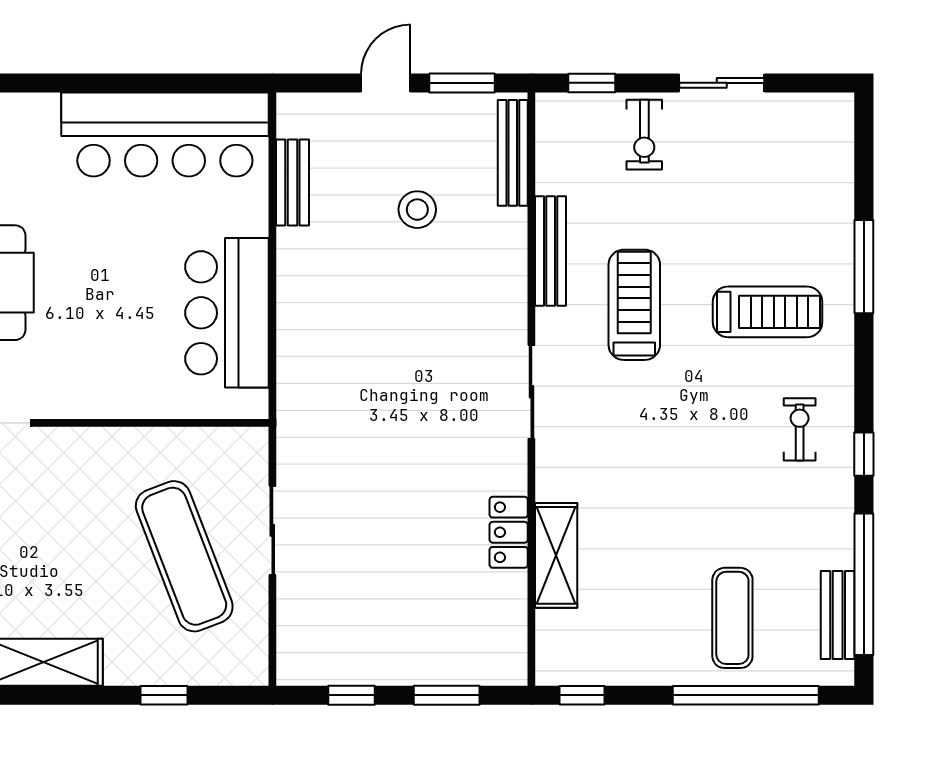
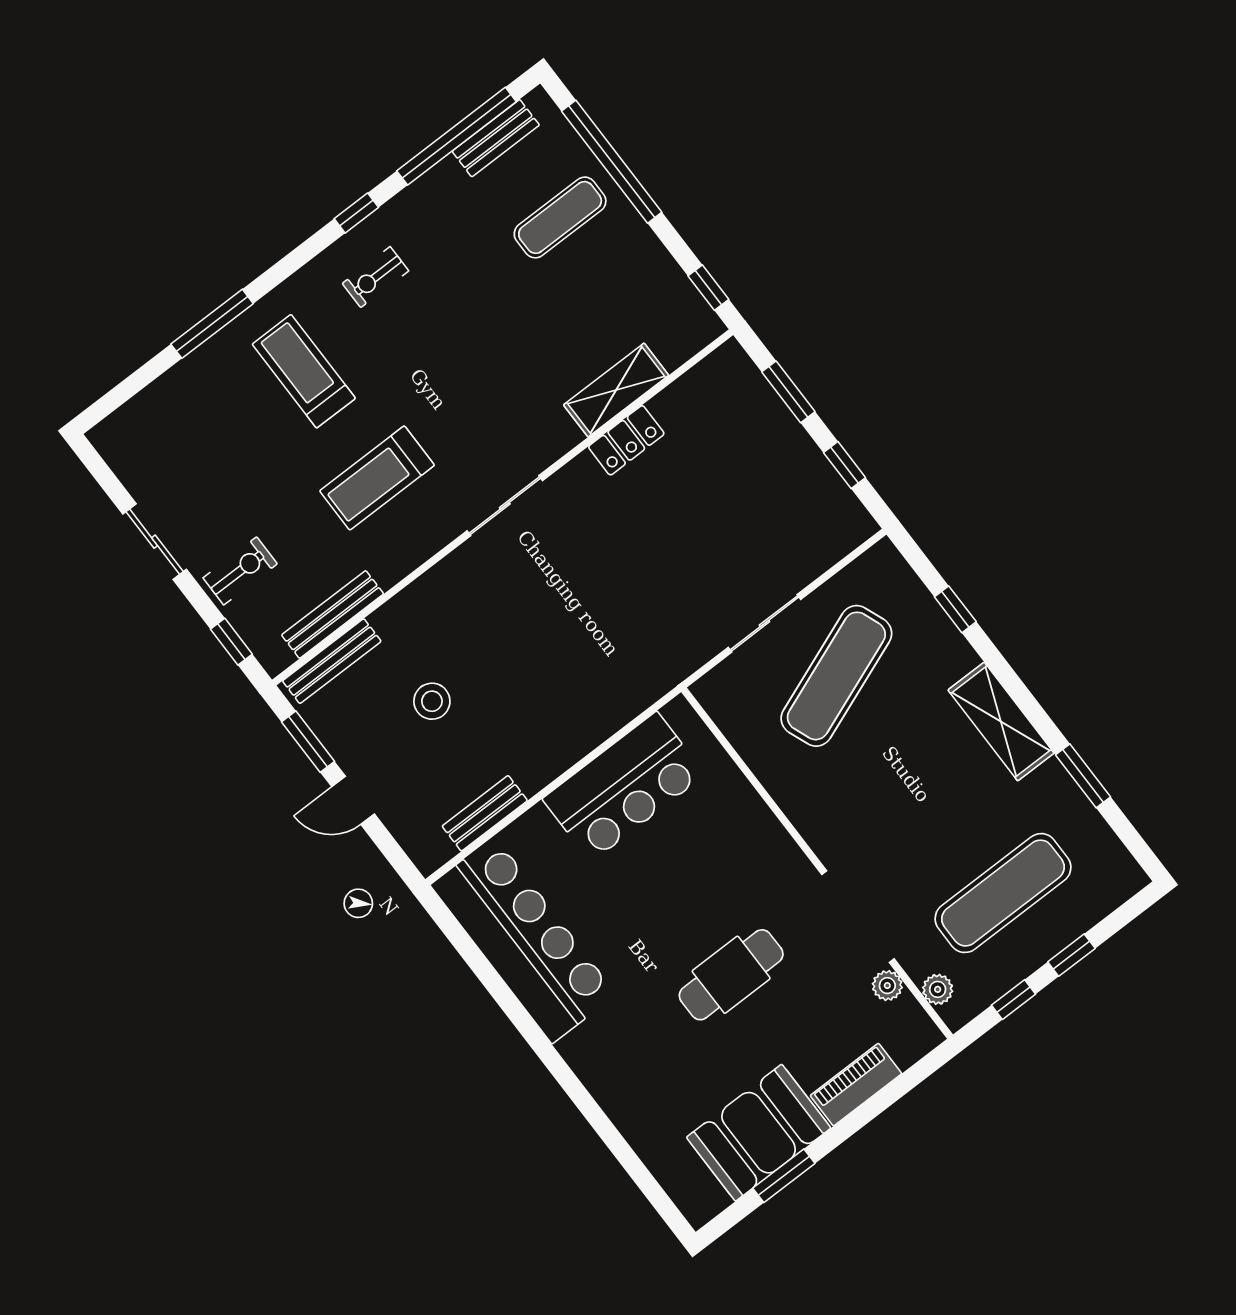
bench: (551, 251) -> (333, 614), moved

